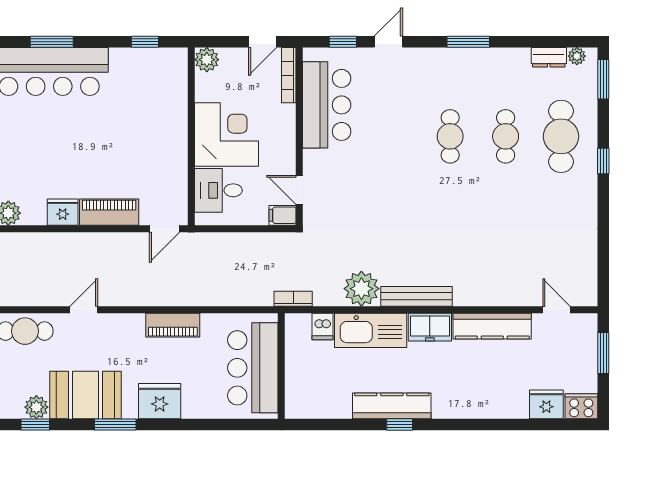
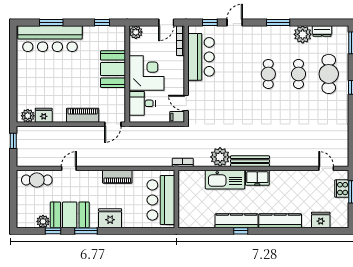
plant: (577, 56) -> (303, 34), moved, width x1.88, depth x1.88
booth: (165, 127) -> (113, 69), added
fridge: (63, 212) -> (44, 115), moved
dishwasher: (322, 326) -> (199, 177), removed
kitchen counter: (492, 326) -> (280, 221), moved, turned 180
cooker: (581, 406) -> (342, 189), moved, turned -90
window: (35, 425) -> (53, 231), moved

